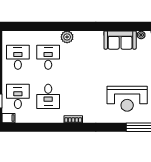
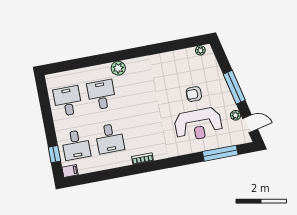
sofa: (120, 40) -> (178, 60), removed
armchair: (128, 72) -> (194, 94), added
desk: (18, 96) -> (76, 145), turned 180

